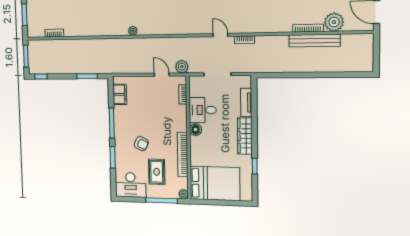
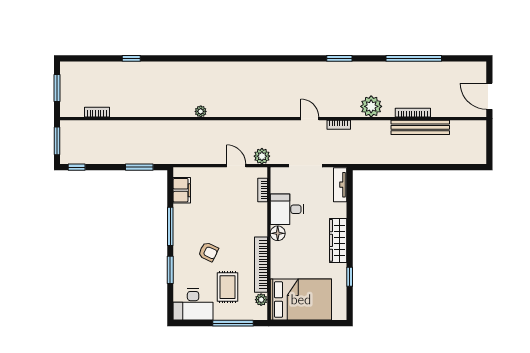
plant: (334, 22) -> (371, 106), moved
tv unit: (246, 103) -> (340, 185), moved
plant: (183, 194) -> (261, 300), moved

